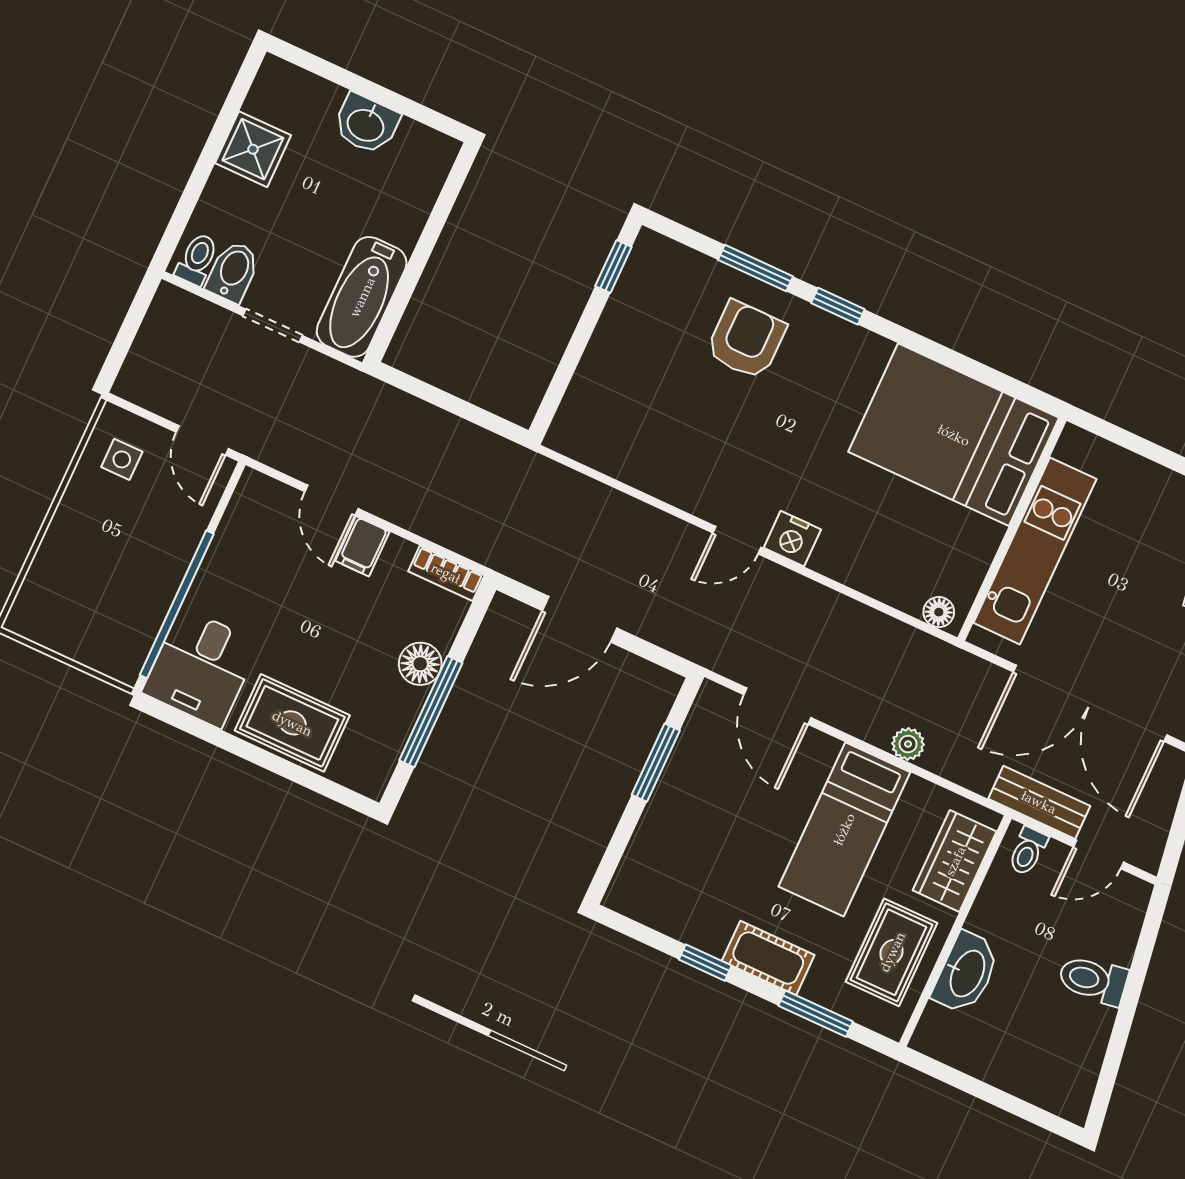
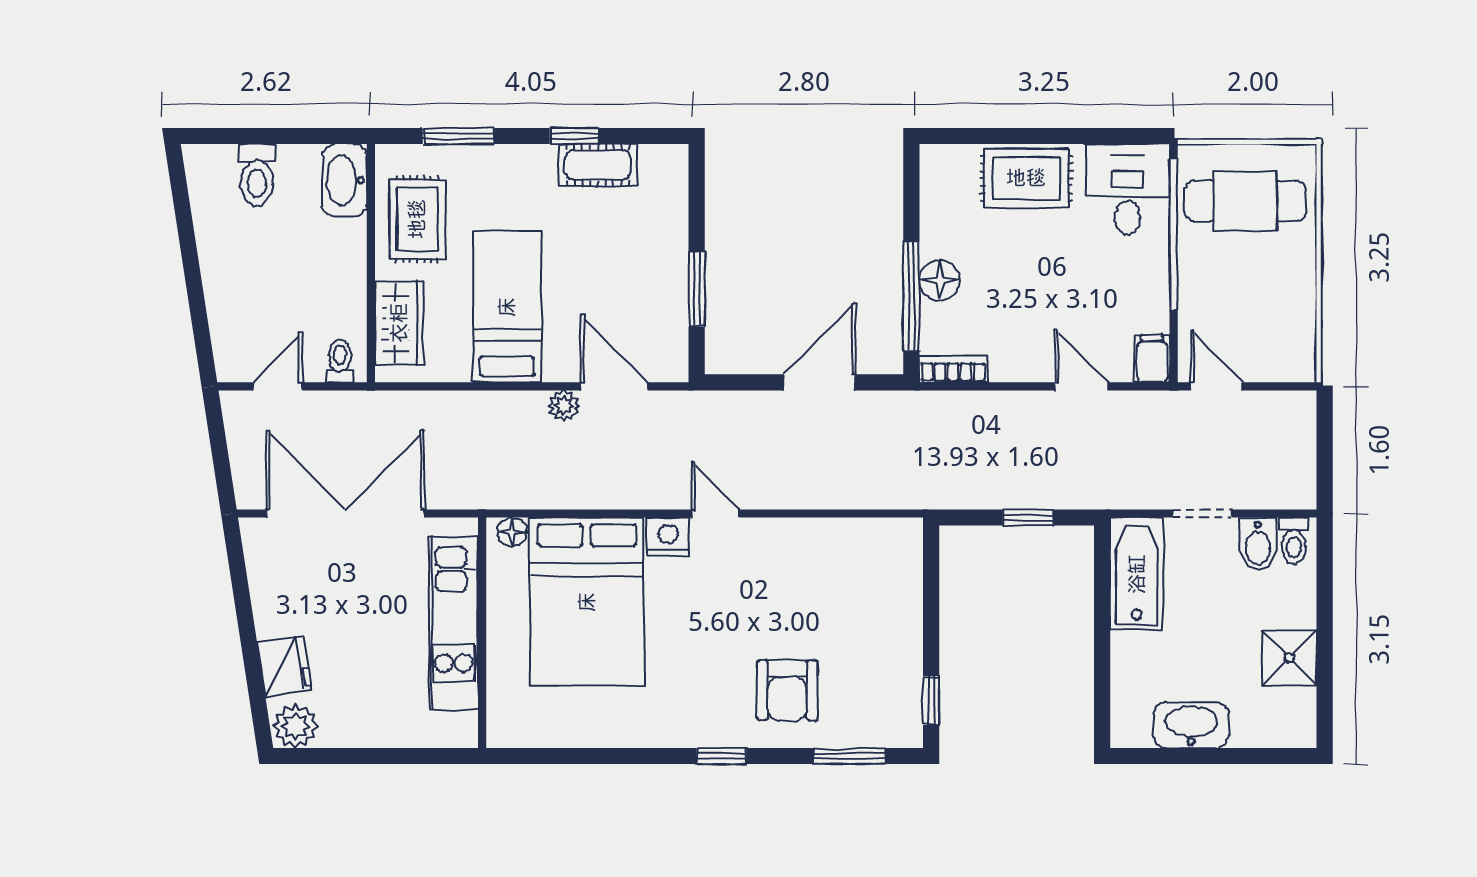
washbasin: (366, 124) -> (1191, 725), width x1.38
window: (755, 268) -> (849, 756), moved
window: (440, 398) -> (1028, 517), added
bed: (954, 435) -> (587, 602), moved, turned 90
side table: (122, 459) -> (1279, 338), removed
door: (737, 540) -> (715, 514), hinge flipped
filing cabinet: (362, 546) -> (1152, 359), moved
cafe table: (94, 605) -> (1245, 201), added
window: (431, 712) -> (911, 296), moved
plant: (908, 744) -> (564, 406), moved
bench: (1039, 802) -> (350, 408), removed
cot: (768, 958) -> (598, 165), moved
washbasin: (966, 973) -> (345, 180), moved
toilet: (1093, 980) -> (257, 175), moved, turned 99

